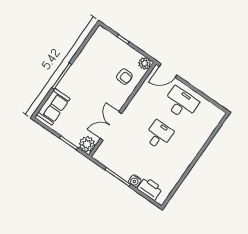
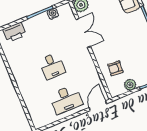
plant: (145, 63) -> (130, 85), moved
water cooler: (135, 181) -> (53, 14), moved

